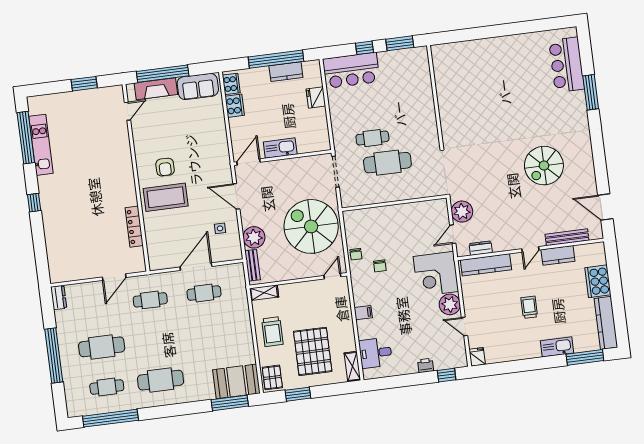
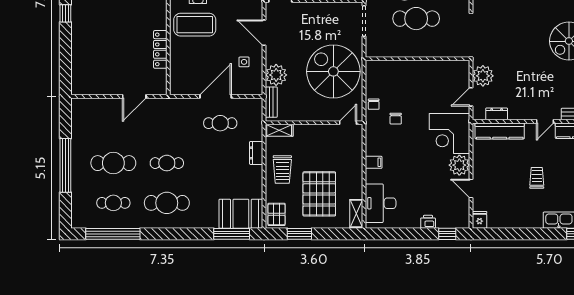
dresser: (59, 298) -> (256, 153), moved, turned 180
cafe table: (150, 300) -> (167, 163), moved
desk: (376, 353) -> (381, 203), width x1.37

